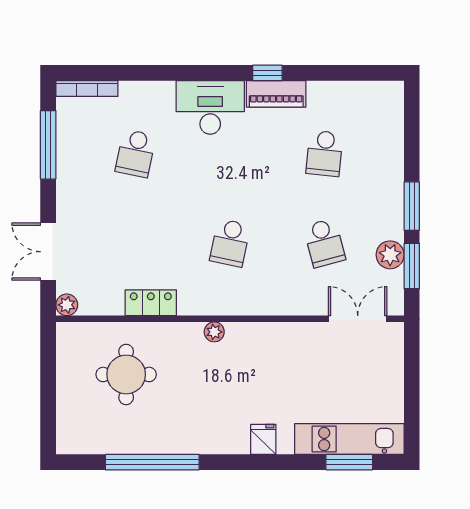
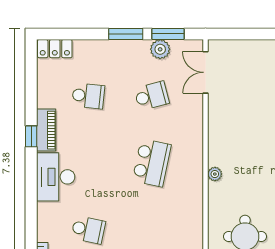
school desk: (230, 243) -> (152, 163), width x1.85
locker: (151, 303) -> (55, 49), moved, turned -90

